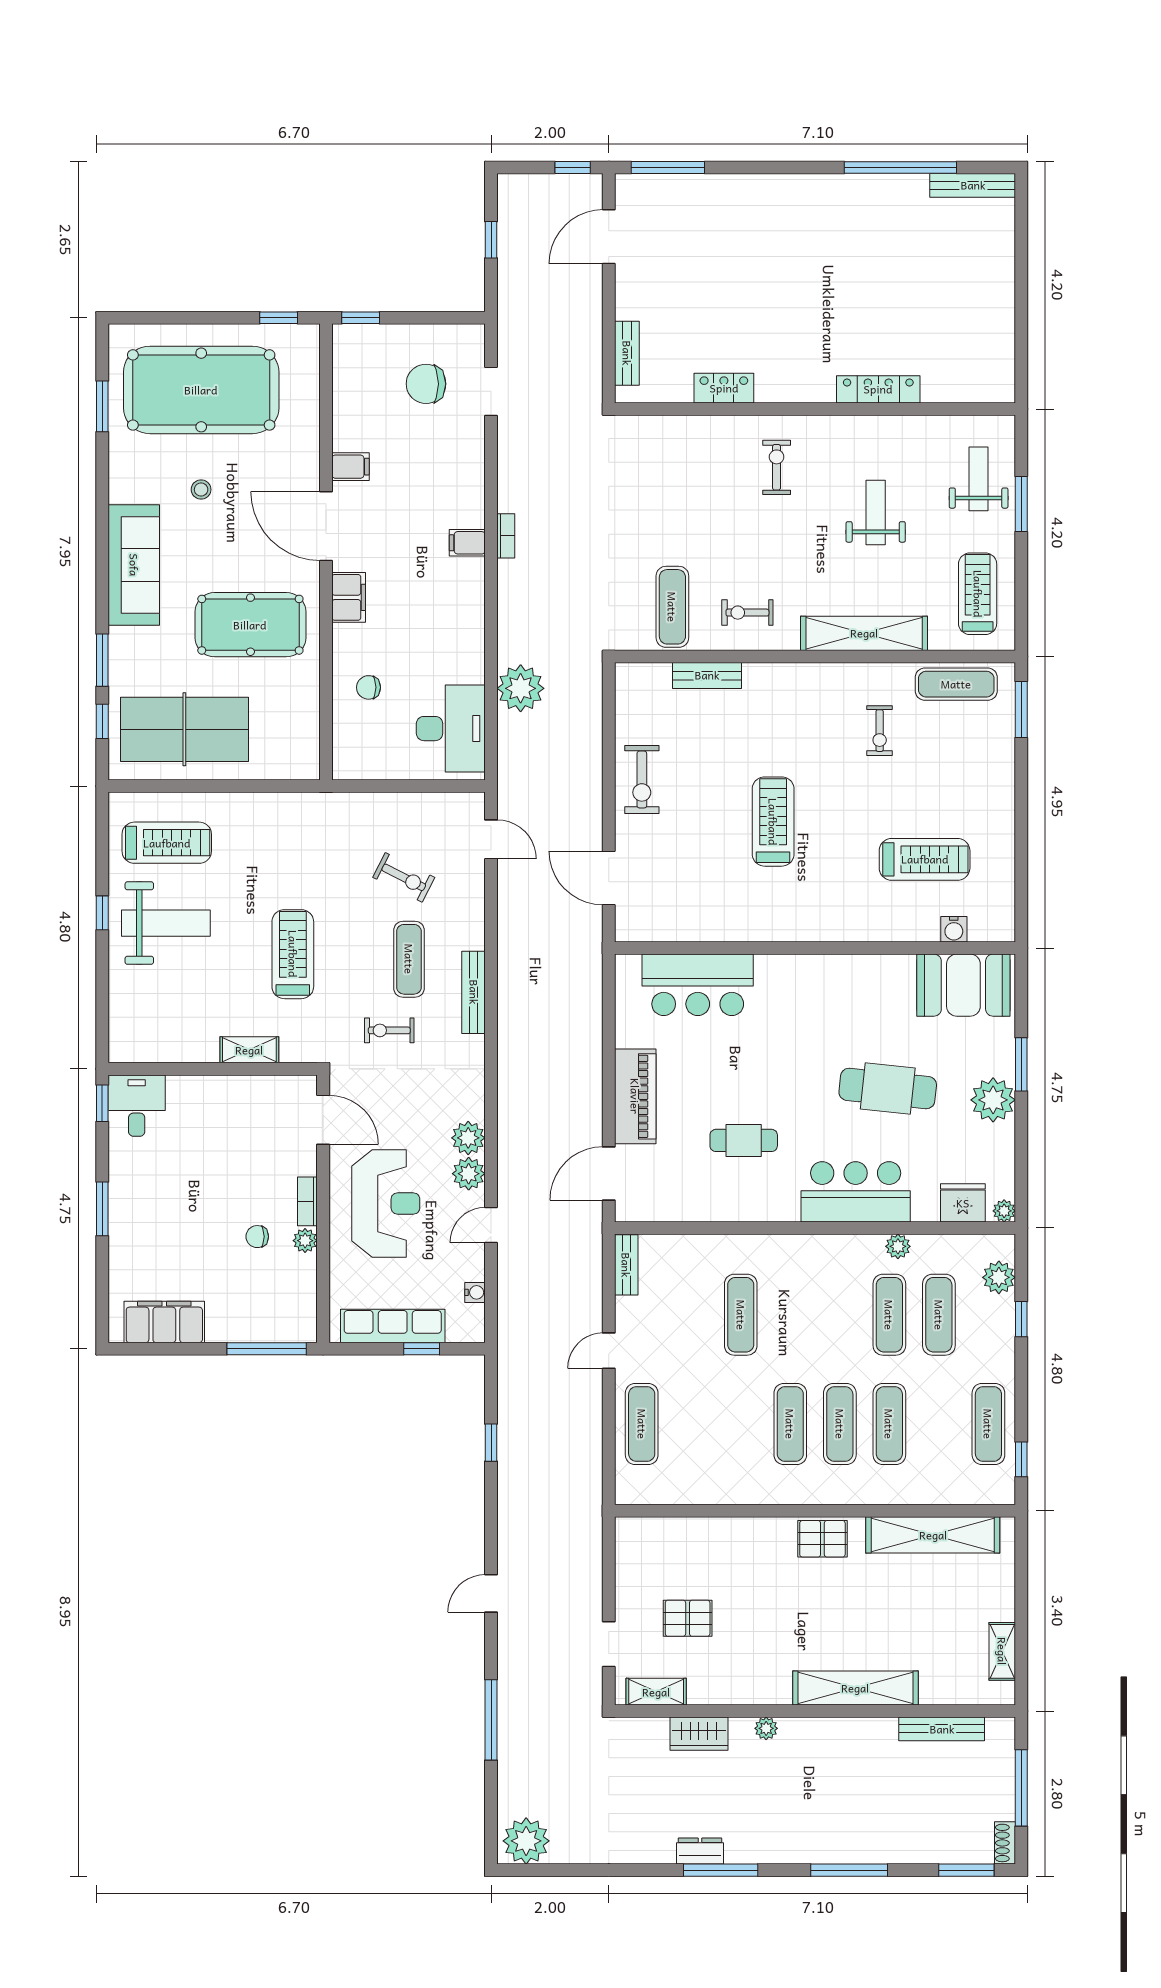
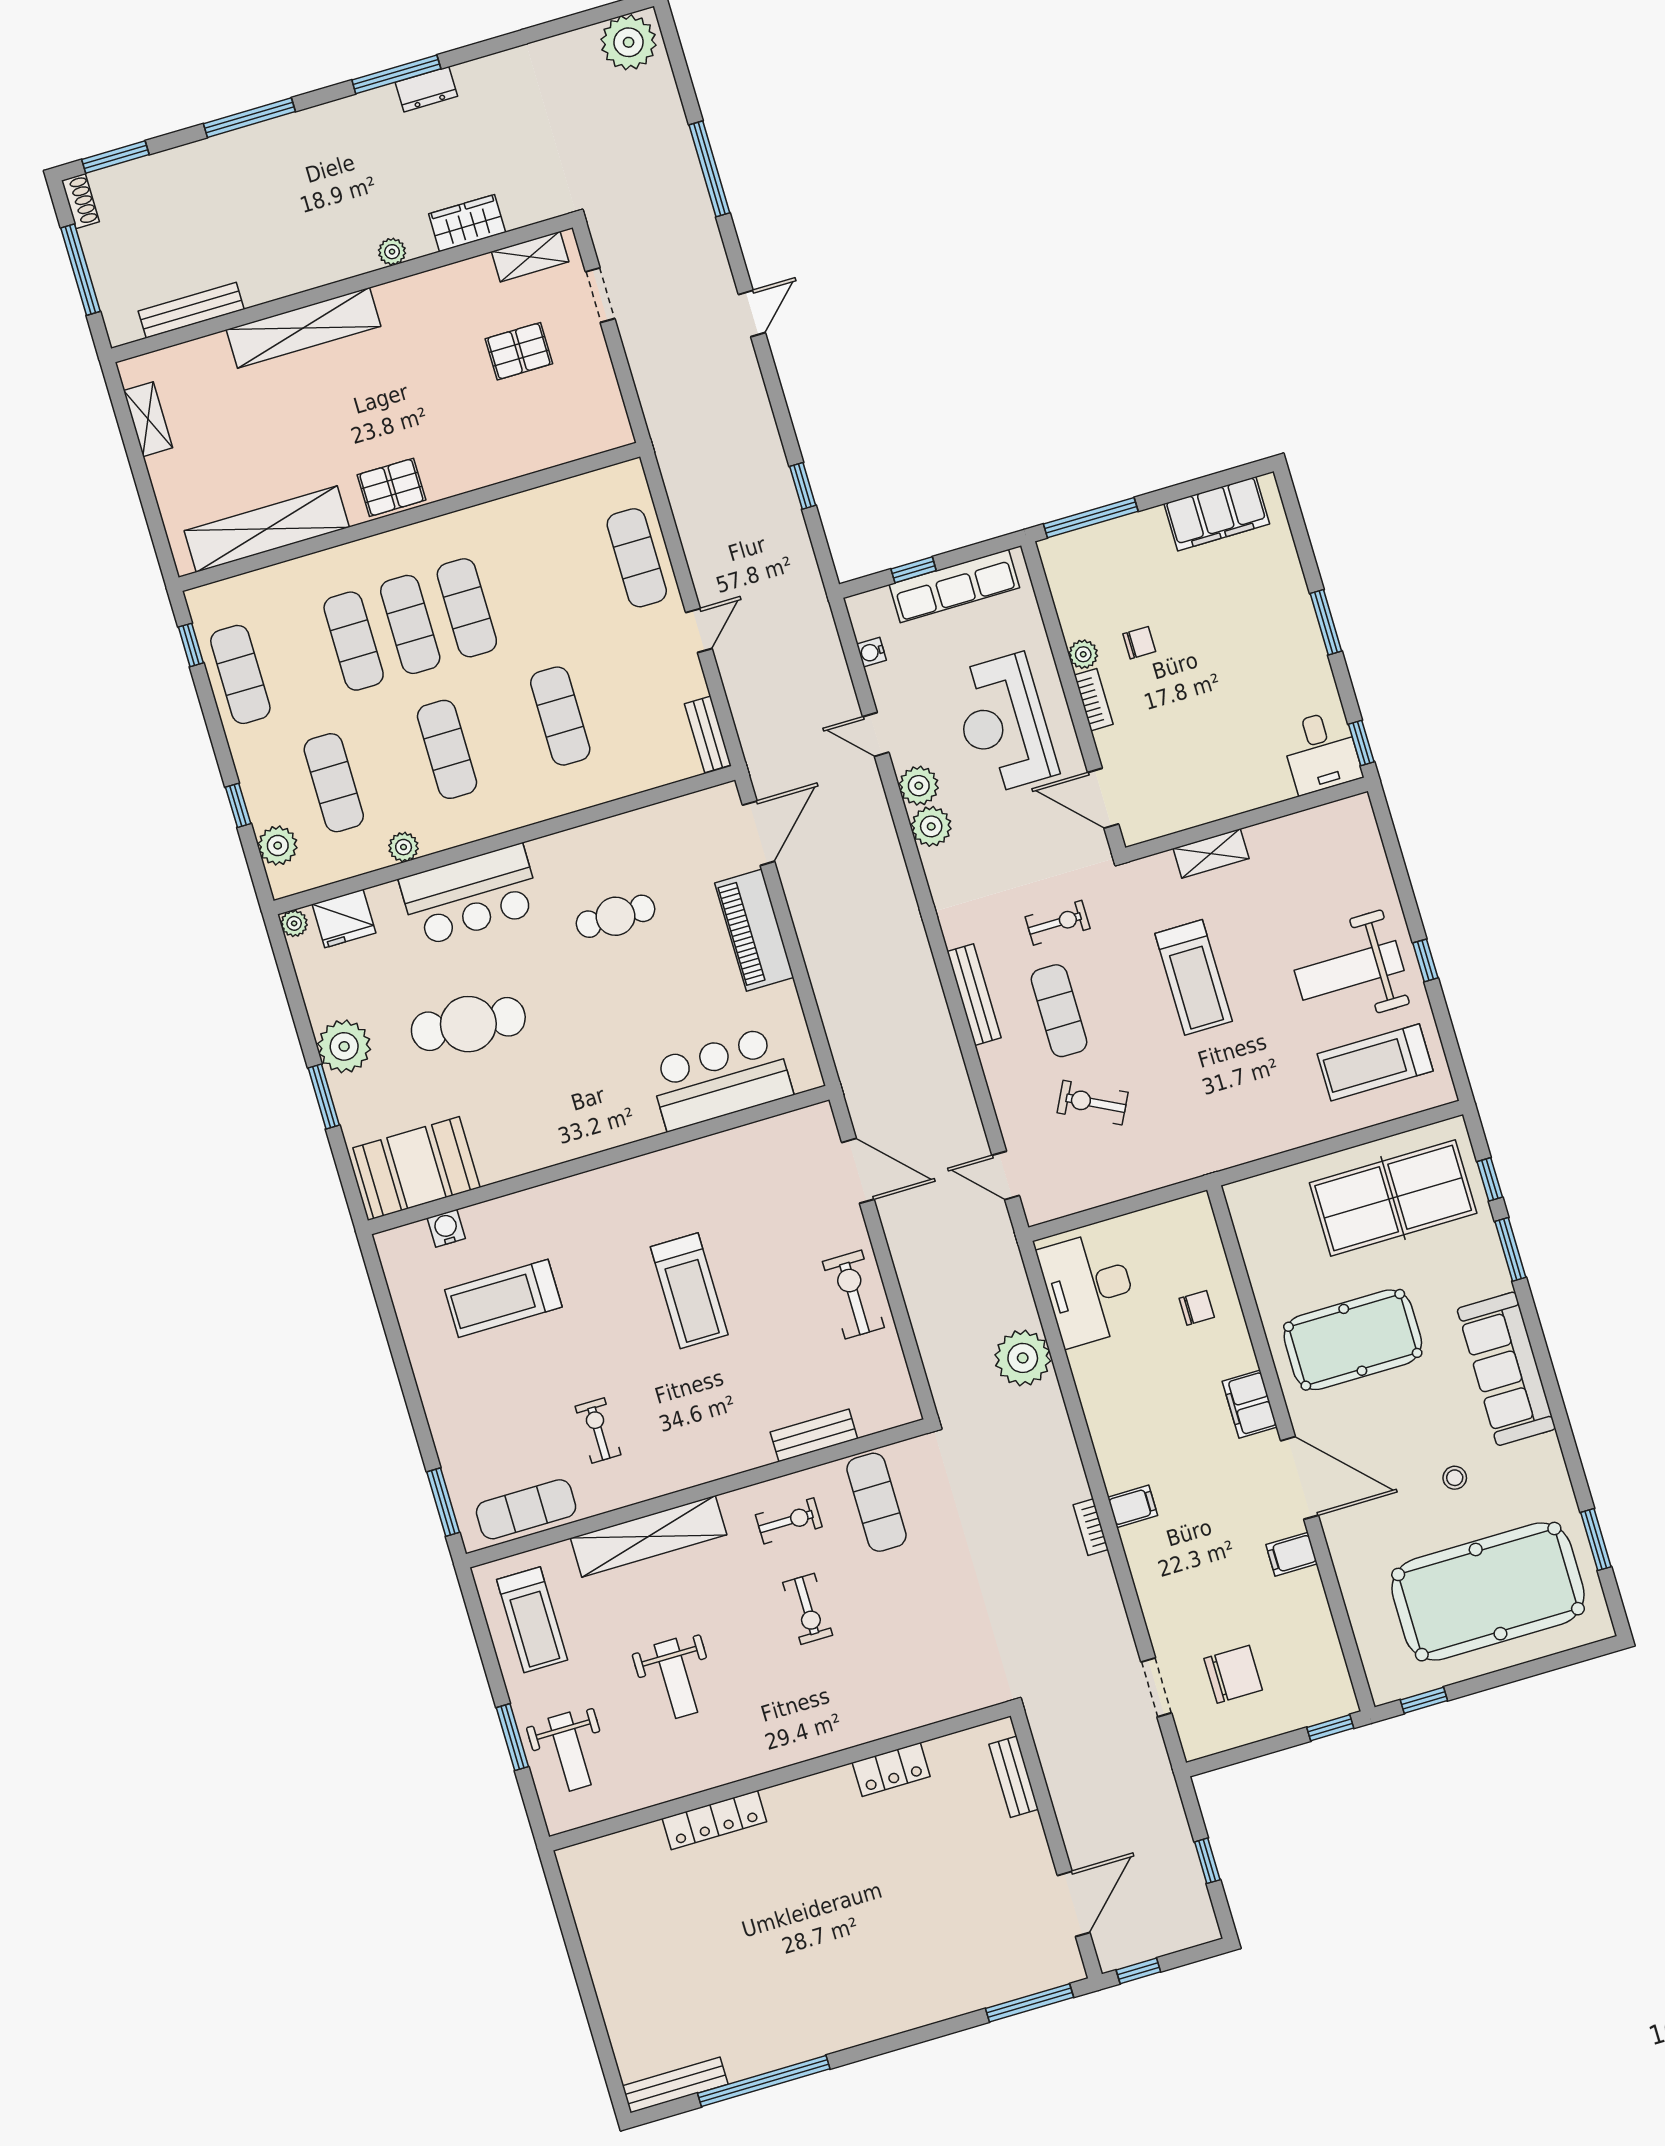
exercise bike: (777, 467) -> (808, 1609), moved
door: (491, 1225) -> (876, 734), swing flipped
exercise mat: (889, 1315) -> (447, 749), moved

